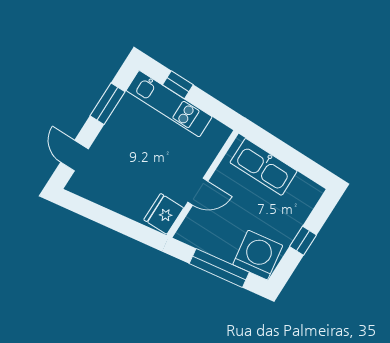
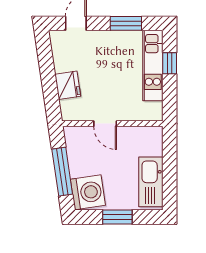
kitchen sink: (264, 167) -> (151, 182), moved
fridge: (164, 214) -> (68, 85), moved, turned 82
window: (303, 241) -> (117, 217), width x1.50

